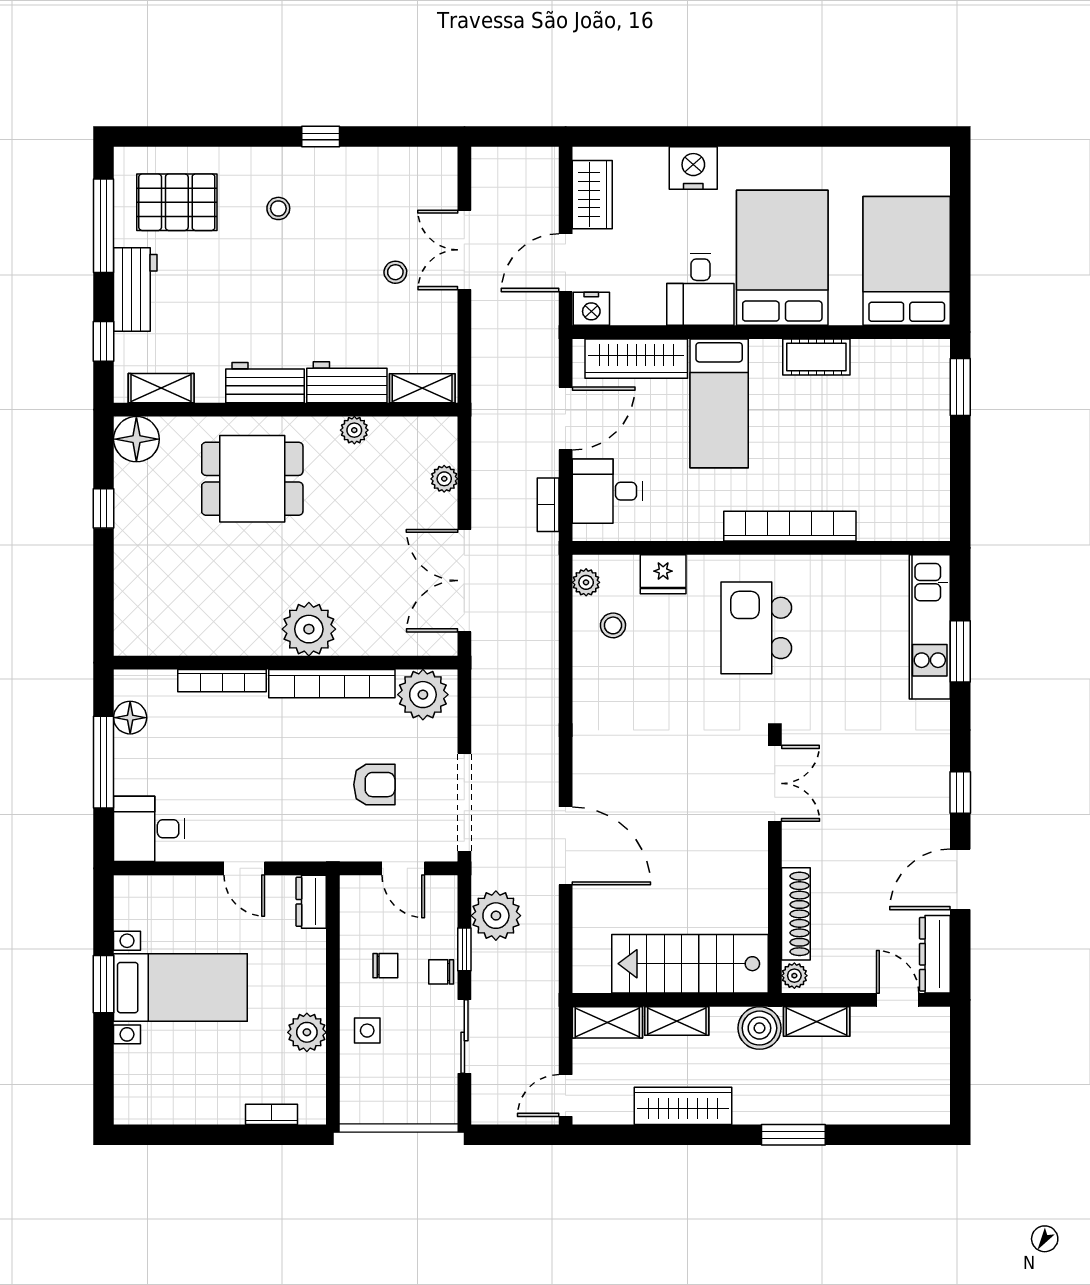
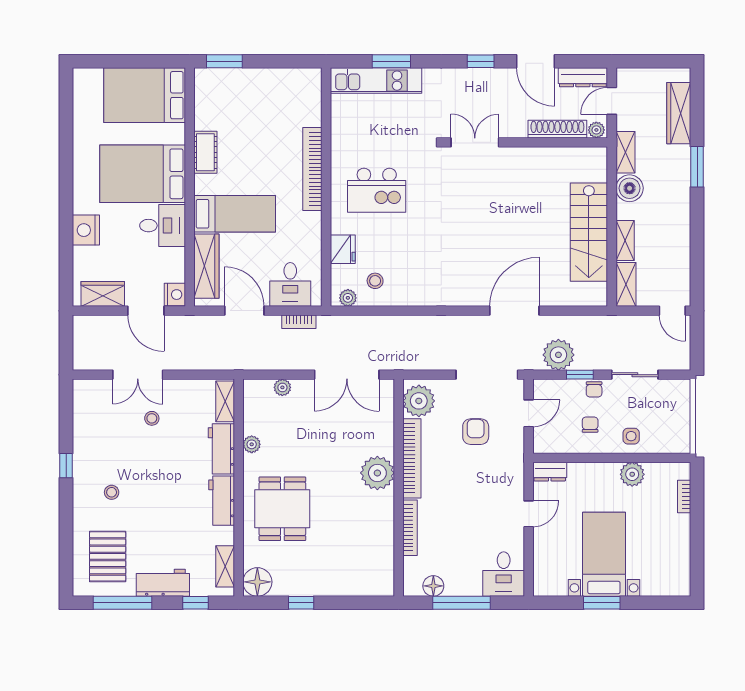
double door: (775, 783) -> (475, 142), moved
wall: (775, 865) -> (526, 142), moved
shoe rack: (796, 914) -> (557, 129), moved
plant: (794, 976) -> (596, 130), moved
wardrobe: (683, 1106) -> (679, 113), moved

